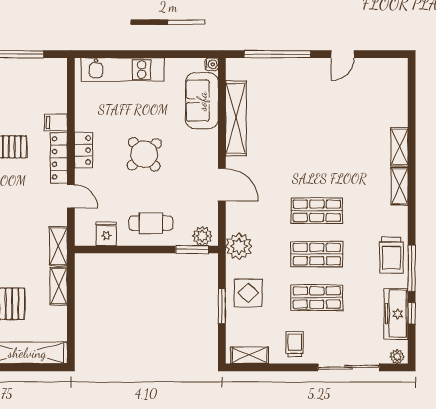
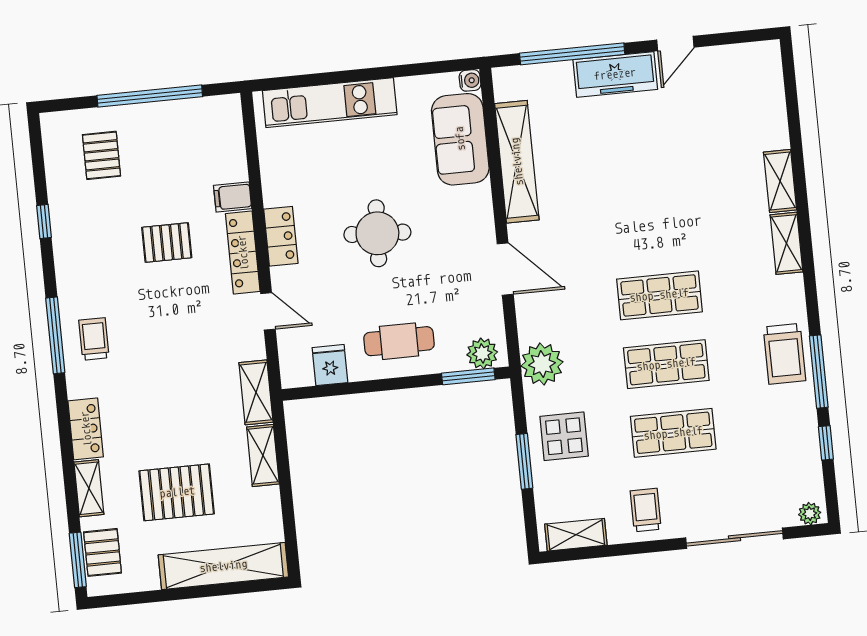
round table: (144, 154) -> (377, 233), turned 45
freezer: (396, 314) -> (615, 74), moved, turned -90

